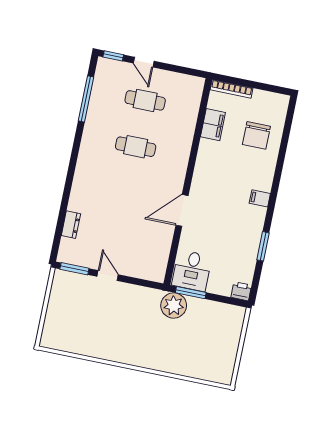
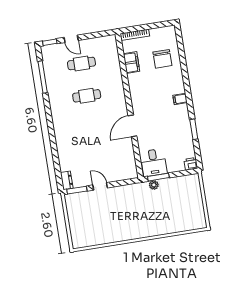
dresser: (71, 225) -> (67, 180), moved
plant: (174, 306) -> (154, 185), width x0.53, depth x0.53

